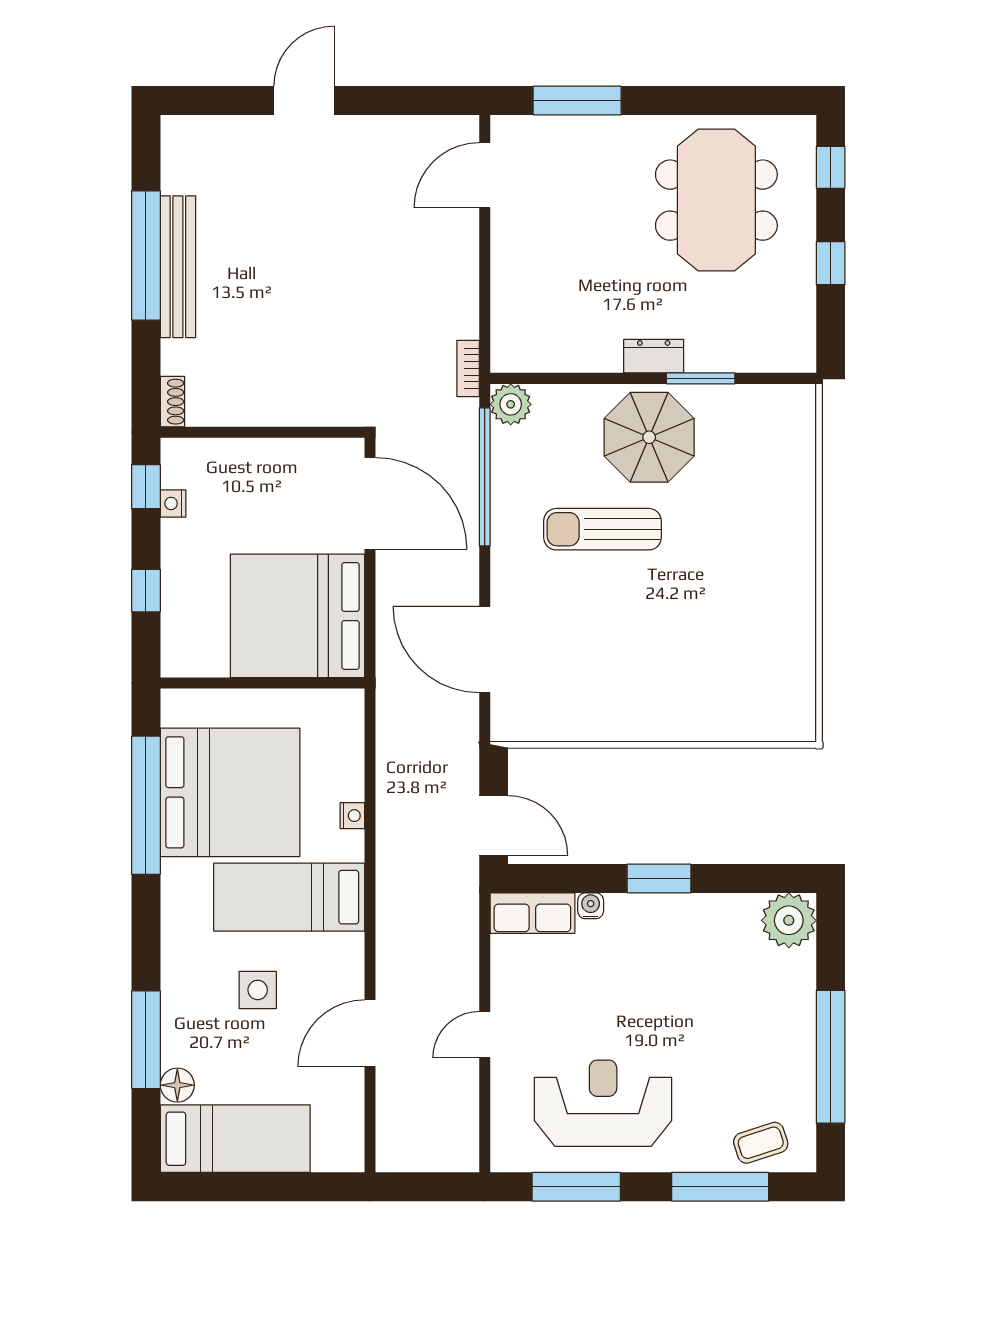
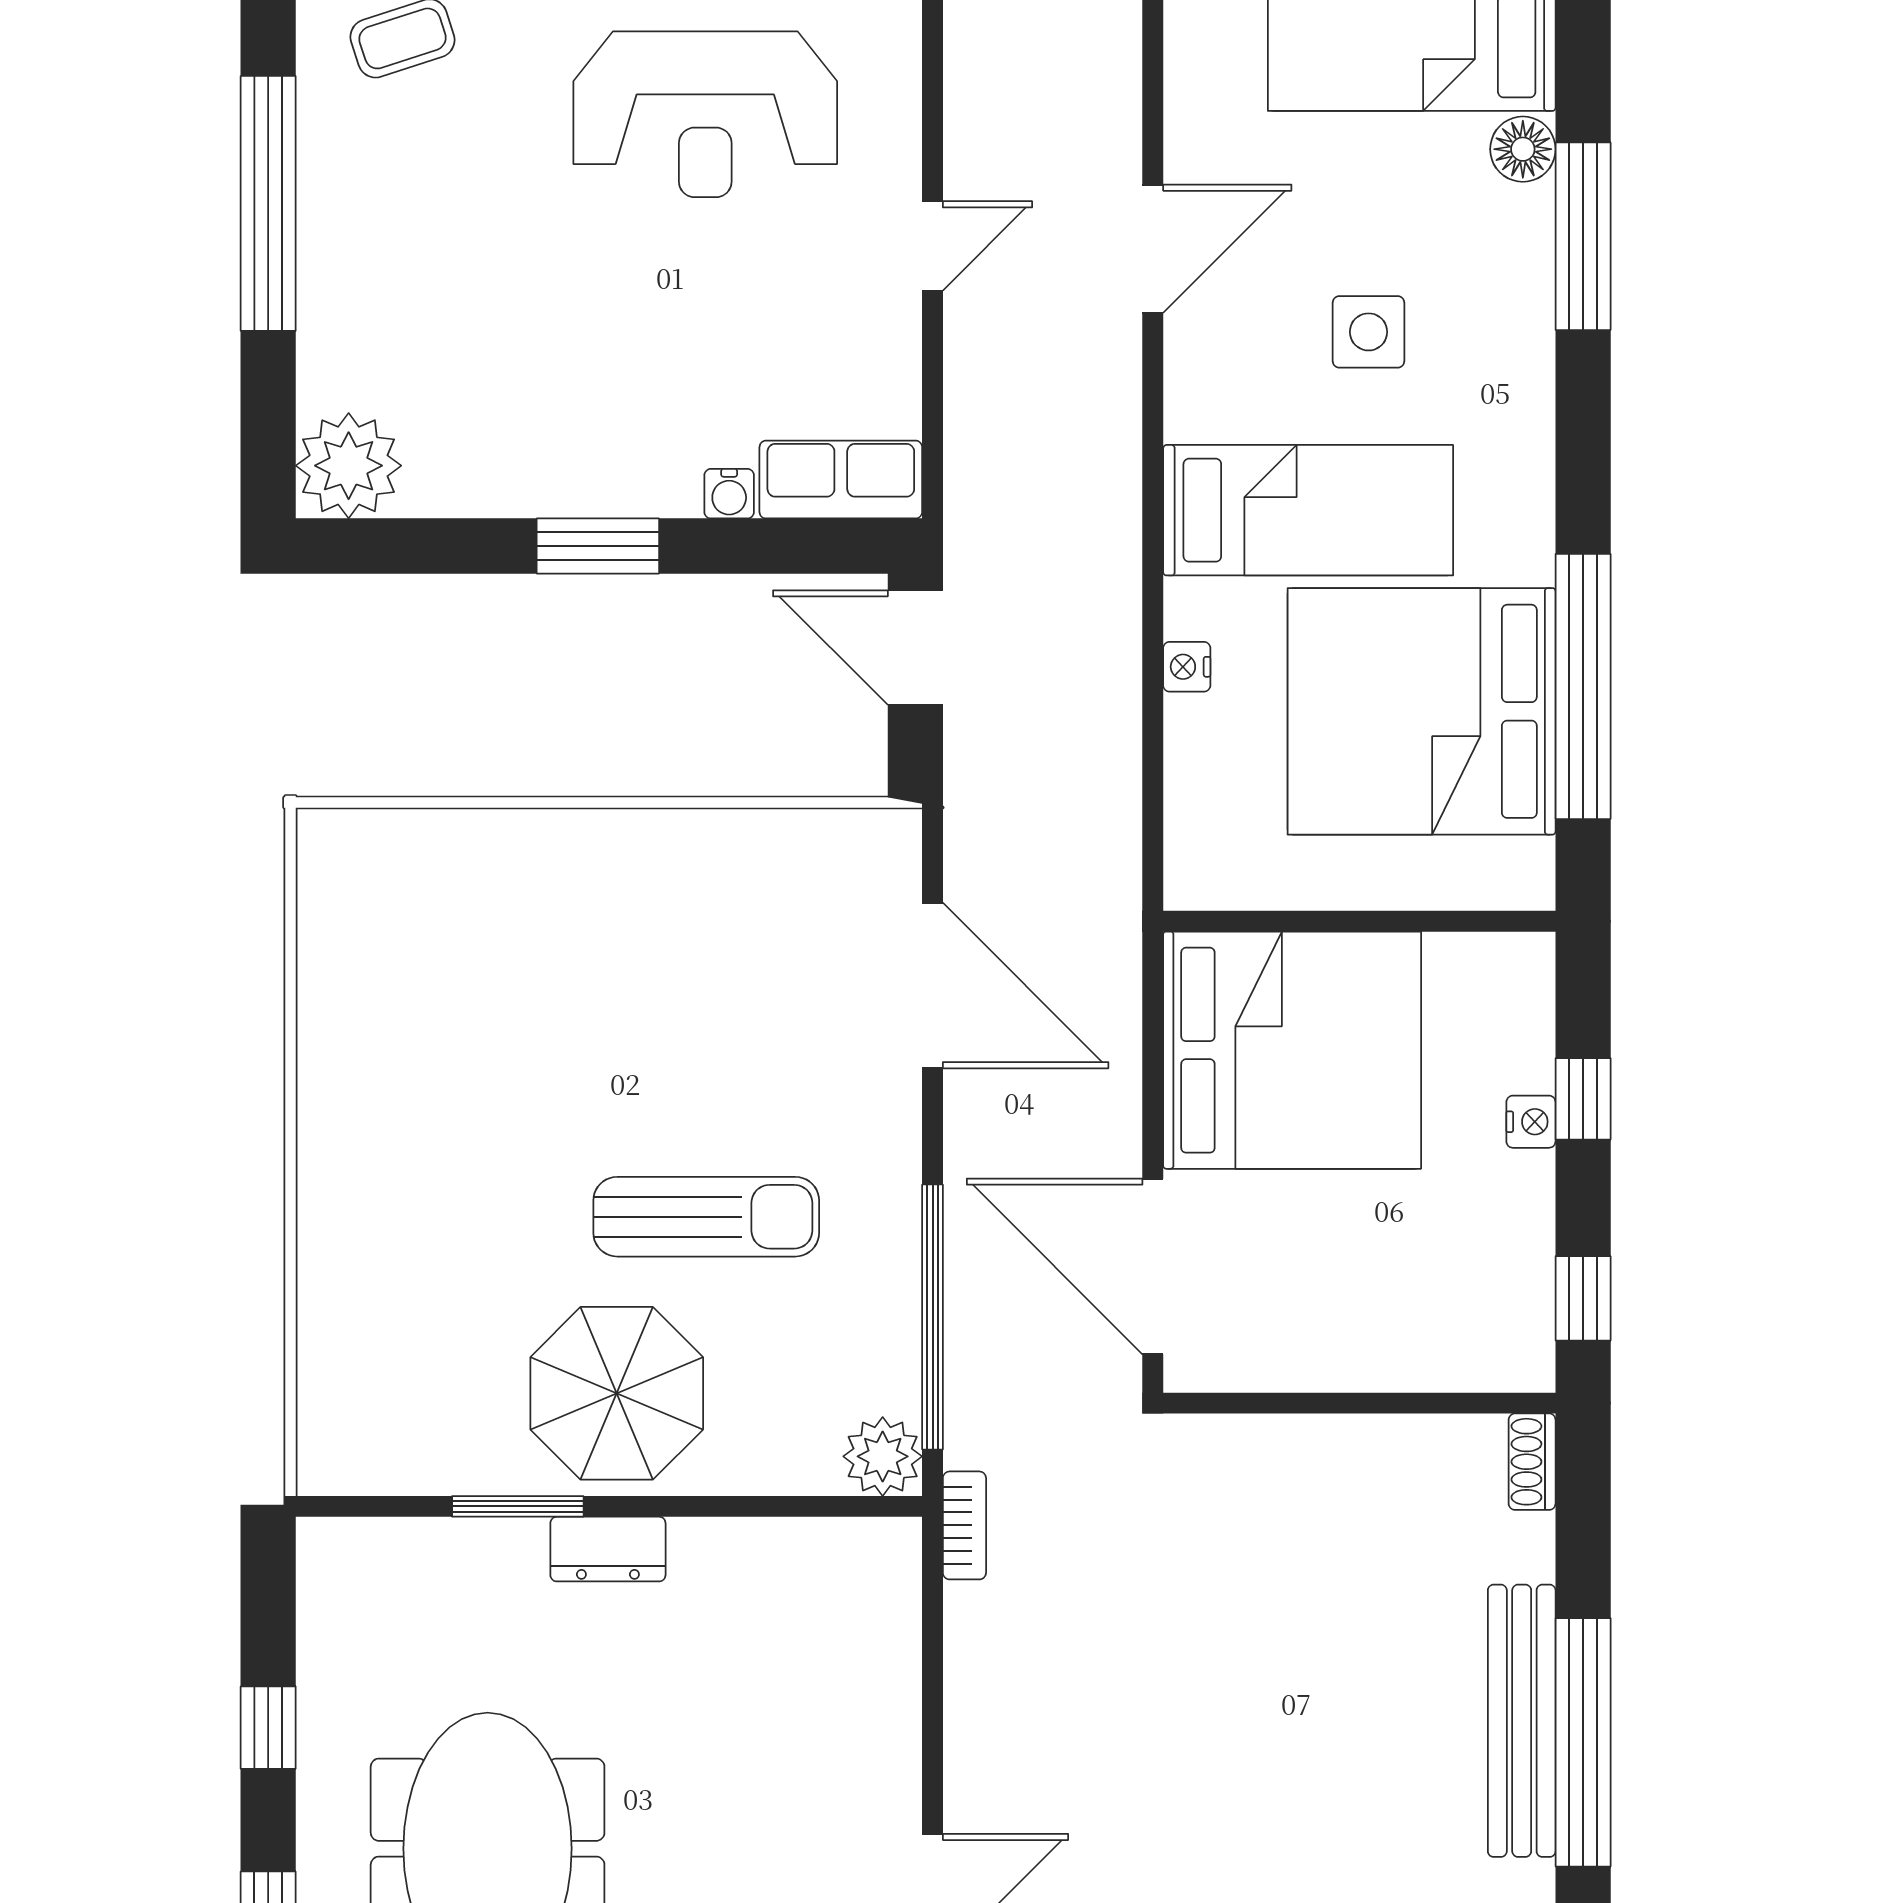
nightstand: (173, 503) -> (1531, 1122), moved

